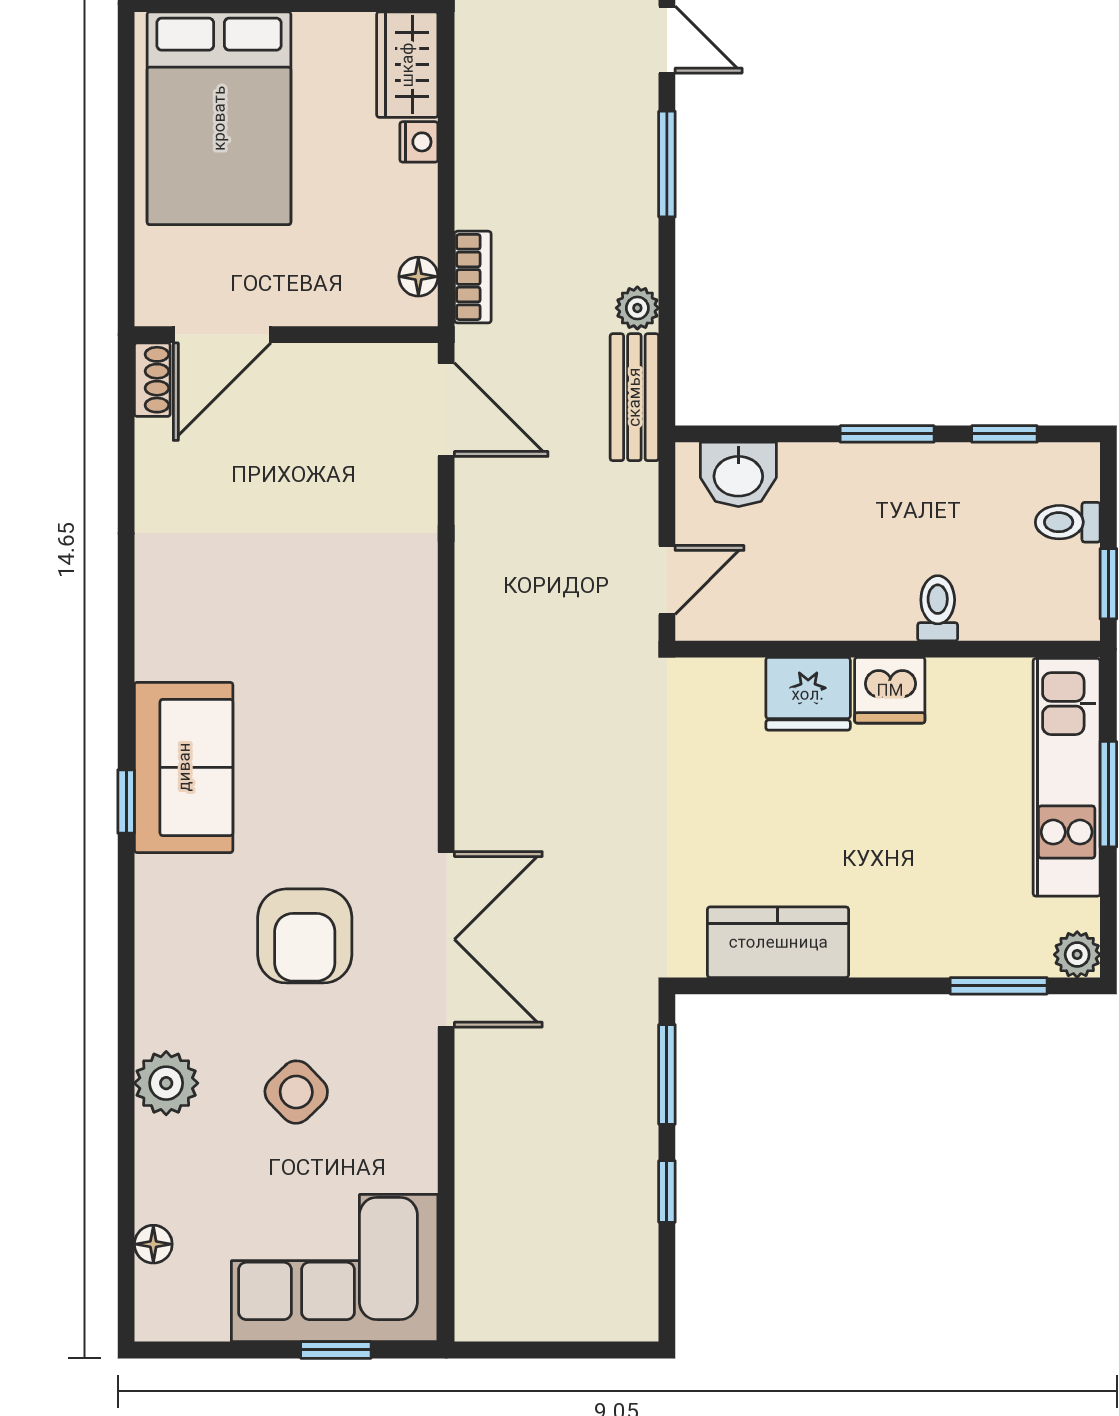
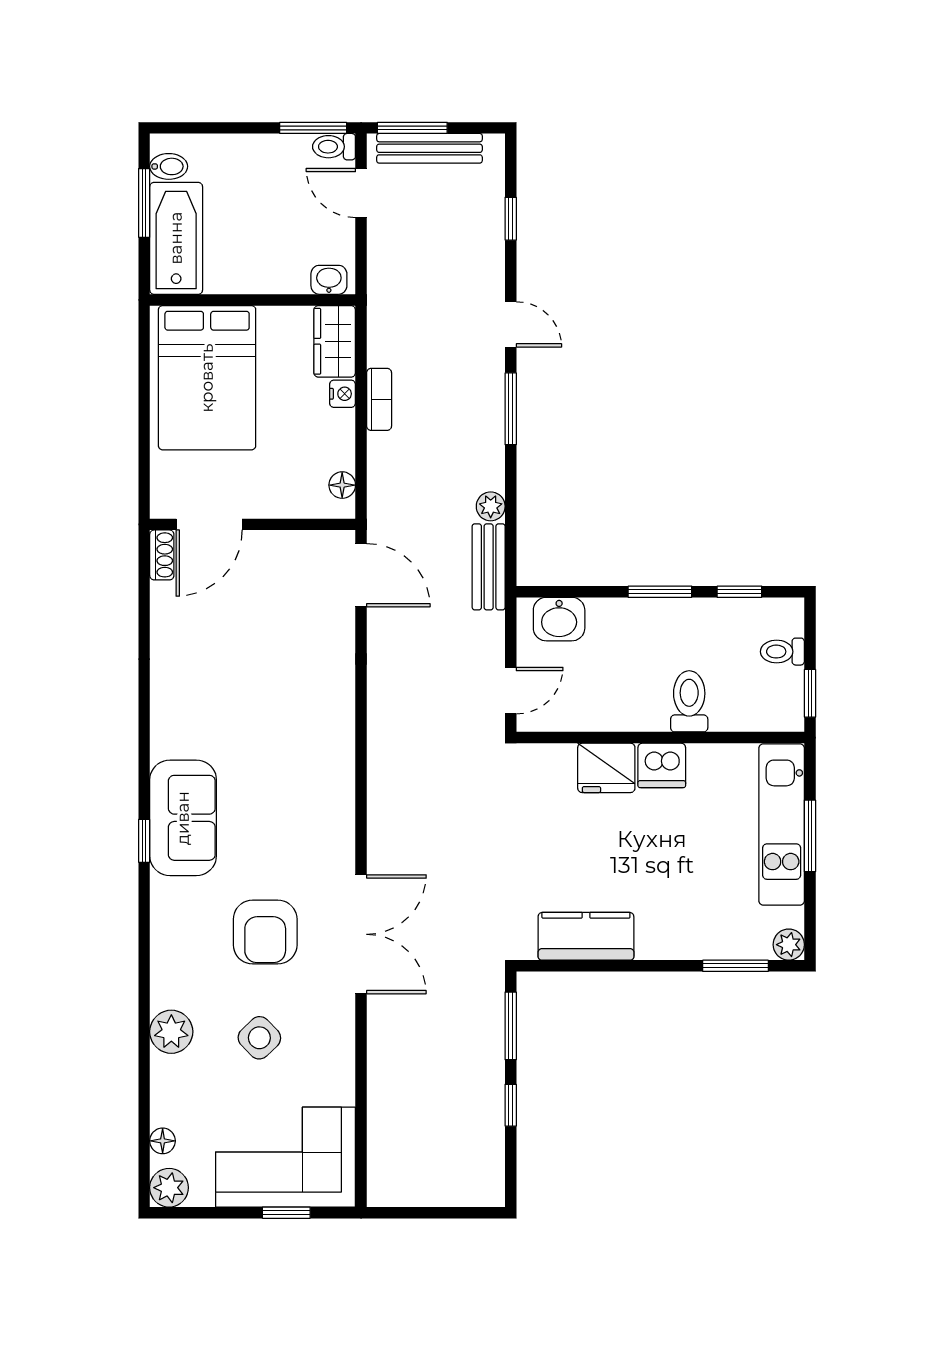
bookcase: (473, 277) -> (379, 399), moved
toilet: (938, 608) -> (689, 701), width x1.37, depth x1.39
plant: (163, 1313) -> (169, 1188), added

